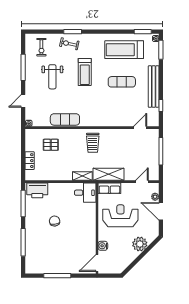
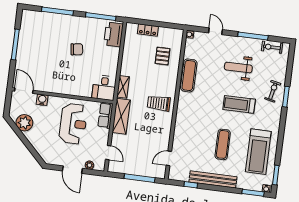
exercise bike: (41, 47) -> (272, 47), moved
treadmill: (124, 50) -> (258, 152), turned 180
door: (140, 128) -> (169, 158), swing flipped
door: (161, 211) -> (72, 170), swing flipped
plant: (140, 244) -> (24, 123), moved

